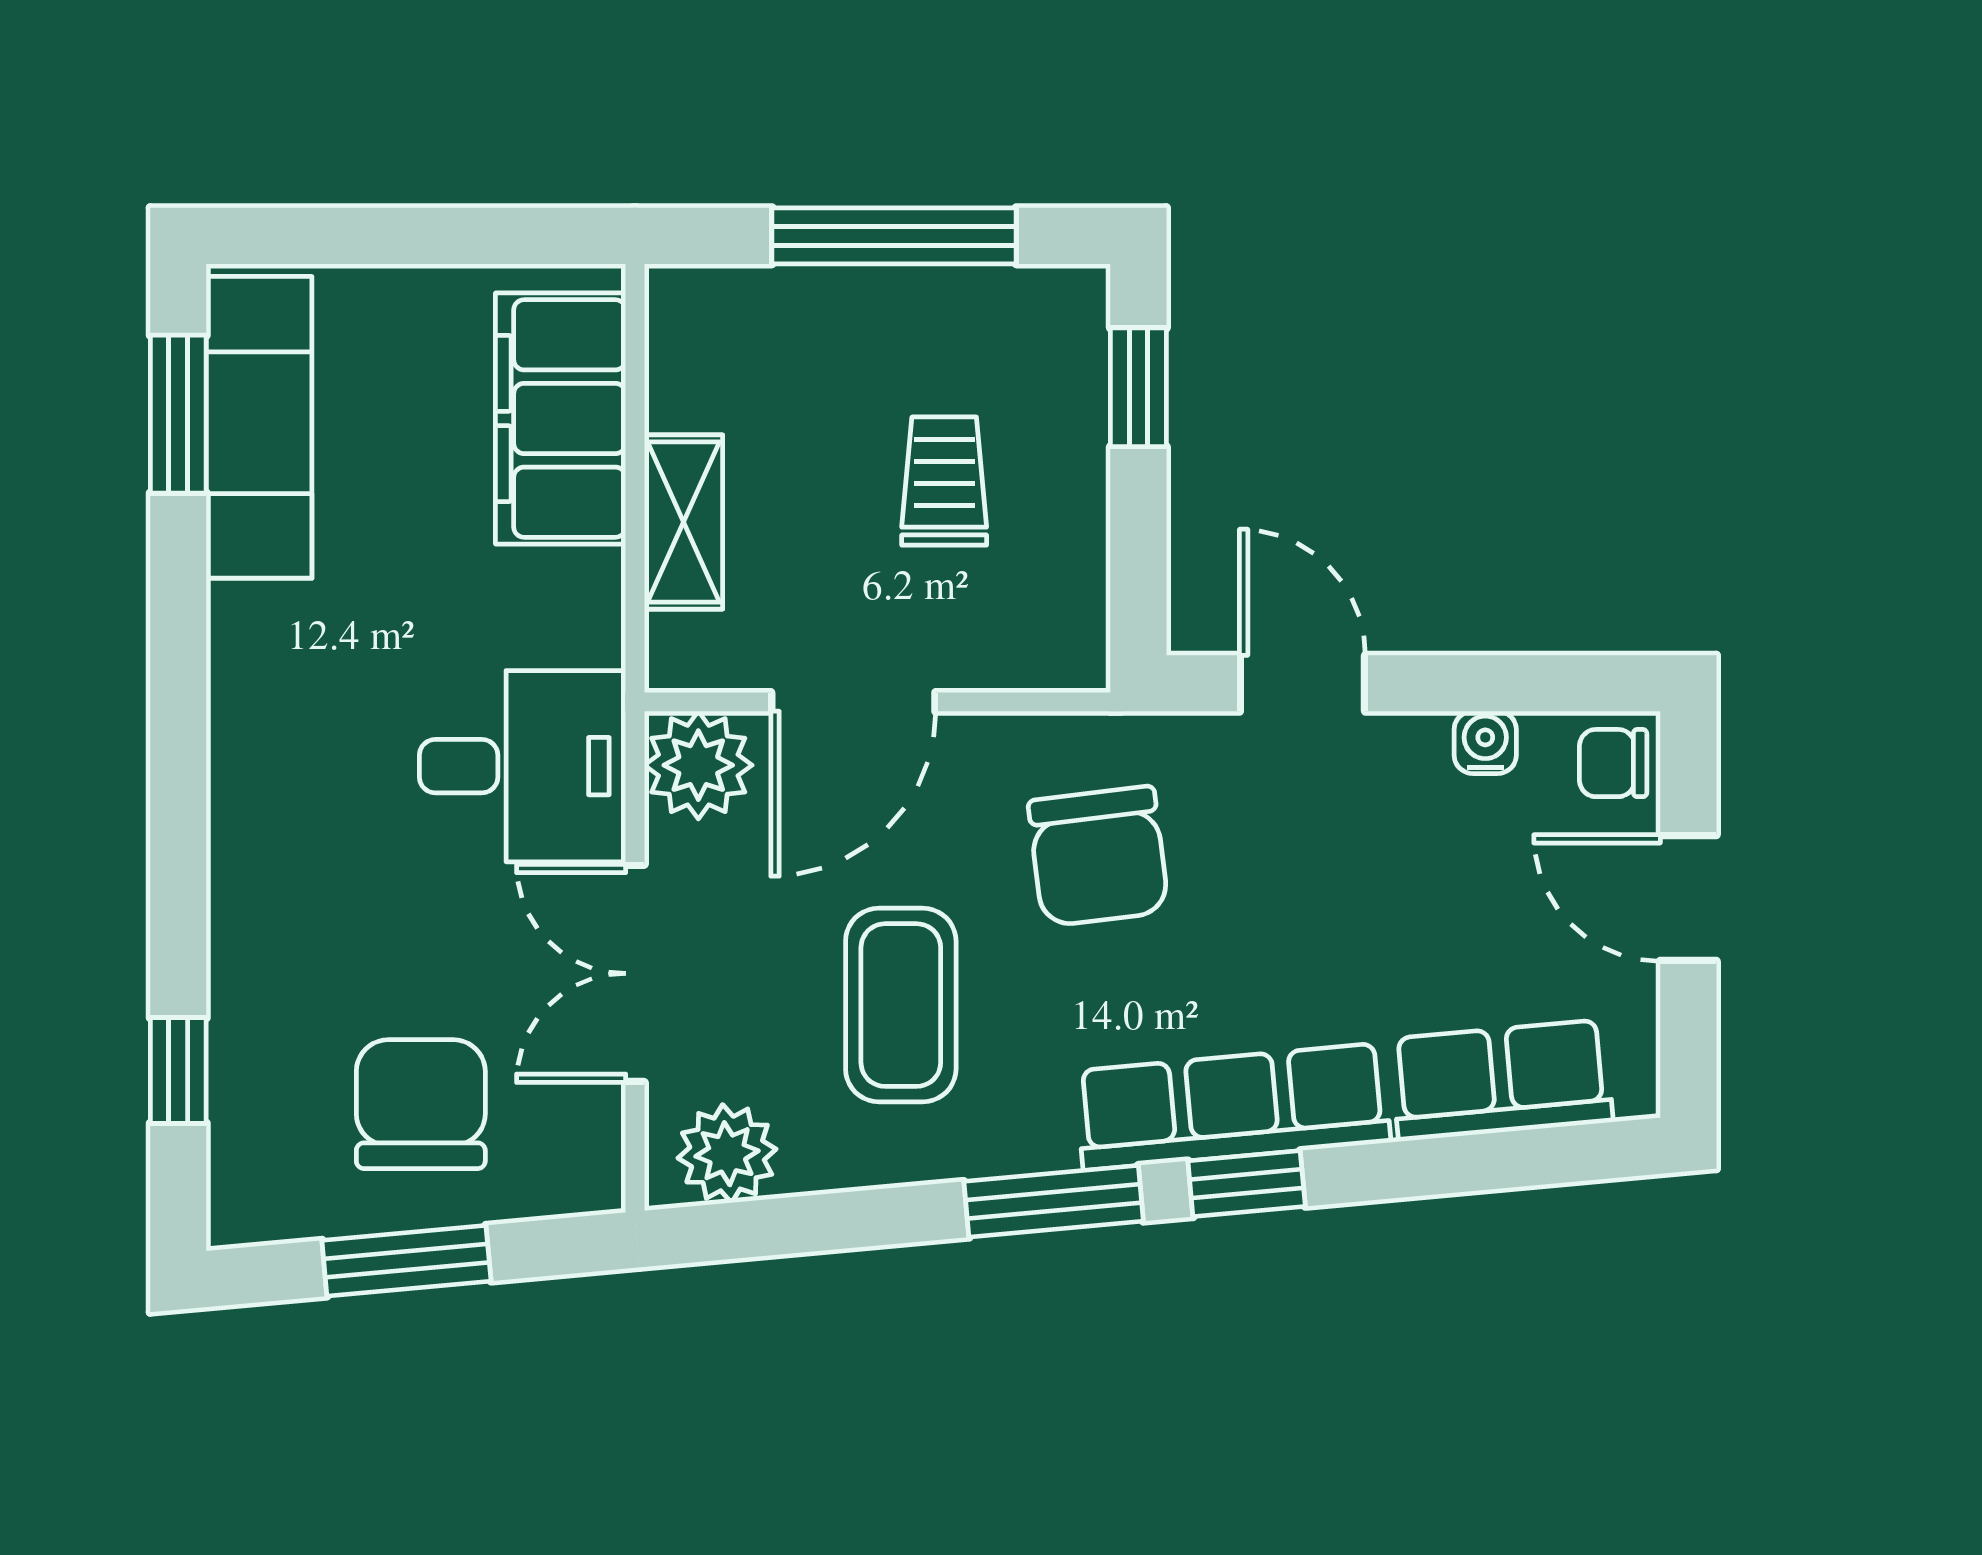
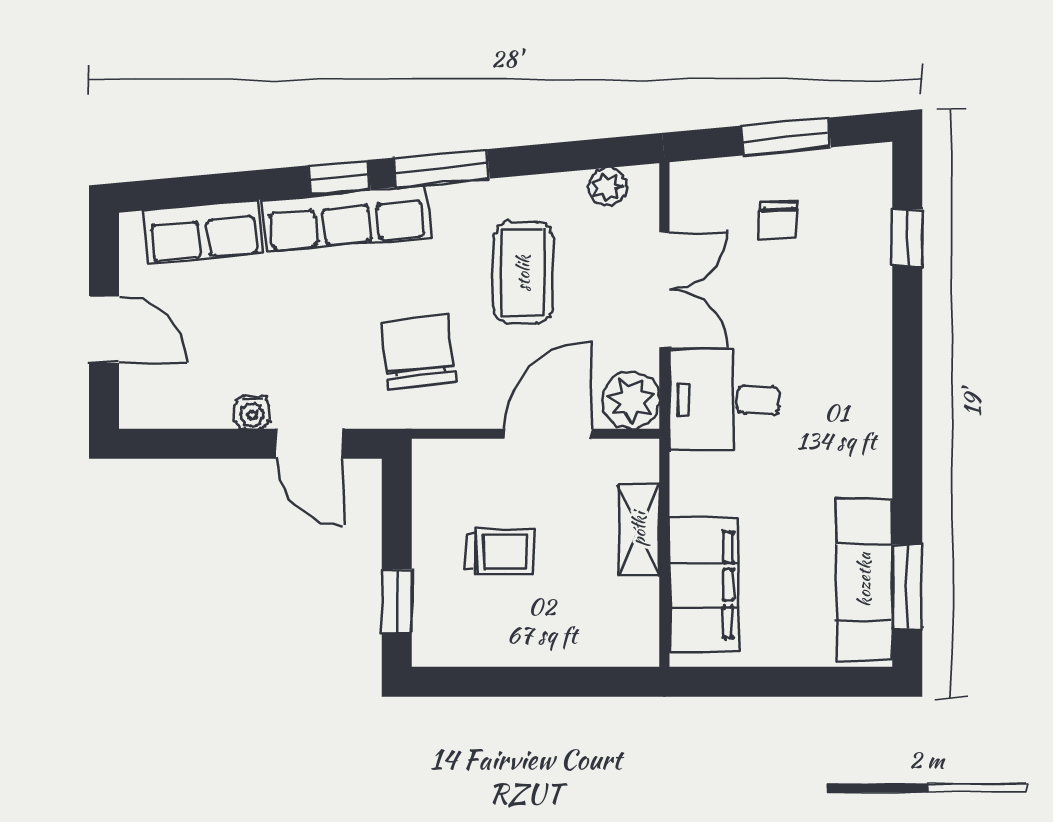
window: (894, 236) -> (527, 682), removed
trolley: (944, 481) -> (500, 551), turned -90
water cooler: (1485, 742) -> (252, 412), moved
chair: (1613, 763) -> (144, 401), removed
chair: (421, 1104) -> (778, 220), width x0.54, depth x0.54
plant: (727, 1154) -> (608, 187), width x0.73, depth x0.73

